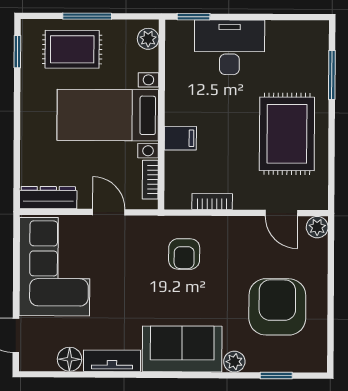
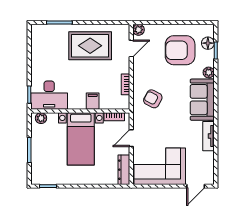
desk: (229, 47) -> (49, 95), moved, turned -90
rug: (72, 49) -> (47, 158), removed
armchair: (184, 254) -> (153, 99), turned -152
floor lamp: (69, 359) -> (208, 43), moved

